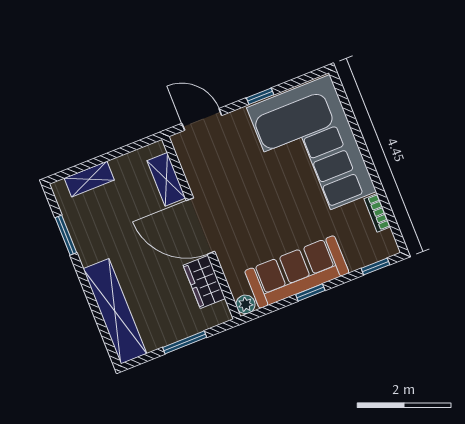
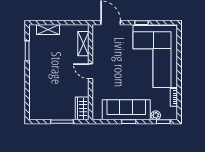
door: (200, 226) -> (90, 71), width x0.53
wardrobe: (204, 282) -> (82, 108), moved
plant: (246, 304) -> (156, 115), moved
shelving: (115, 311) -> (36, 95), removed

